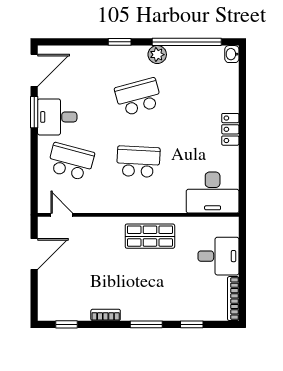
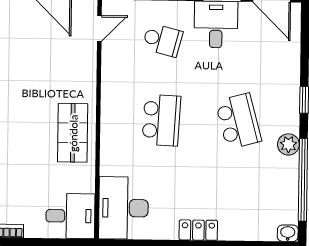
school desk: (71, 162) -> (162, 40), width x0.54
desk: (218, 256) -> (70, 216), moved, turned -90

